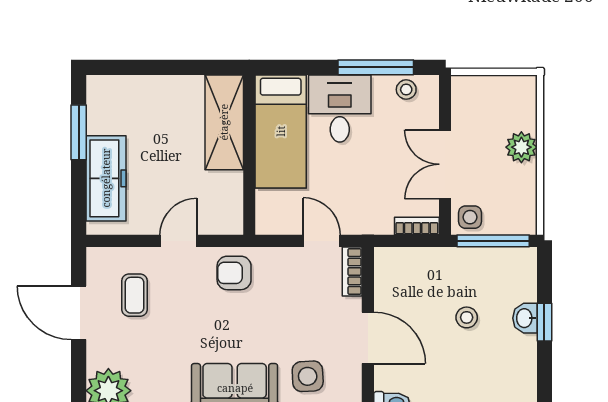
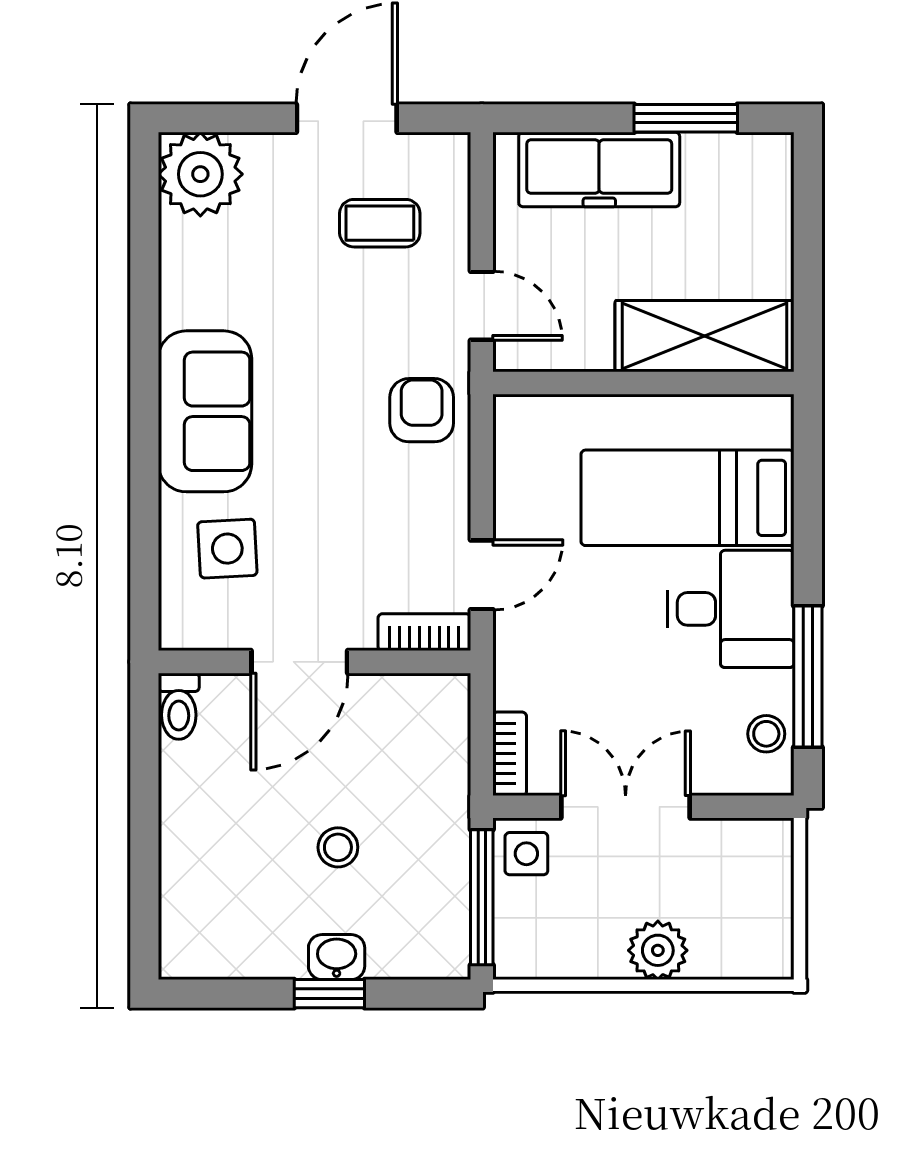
shelving: (224, 122) -> (705, 336), moved
wall: (249, 155) -> (643, 383), moved

